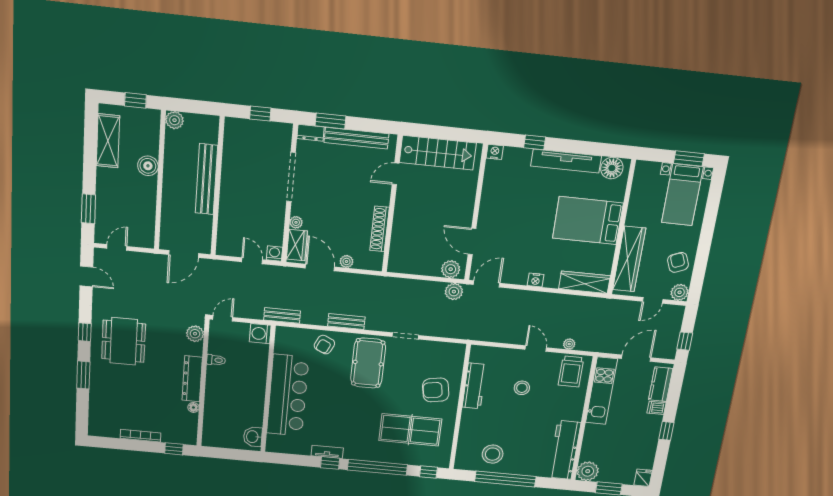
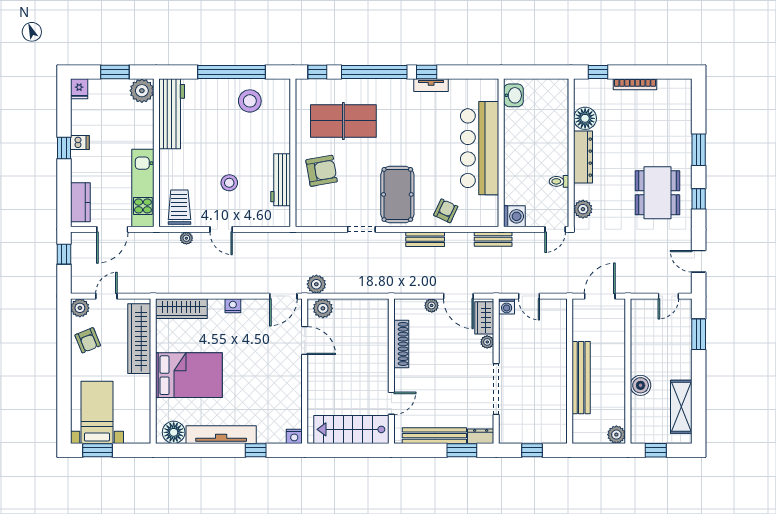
floor lamp: (193, 407) -> (585, 118), width x1.89, depth x1.89
dishwasher: (656, 408) -> (80, 143), moved

